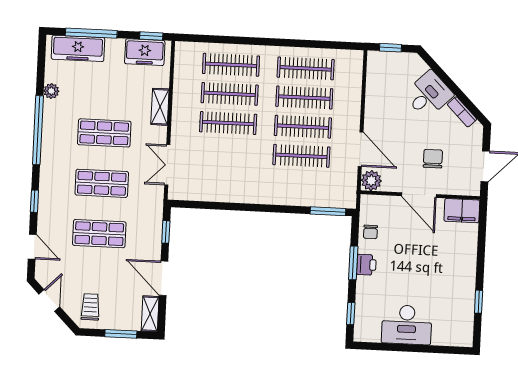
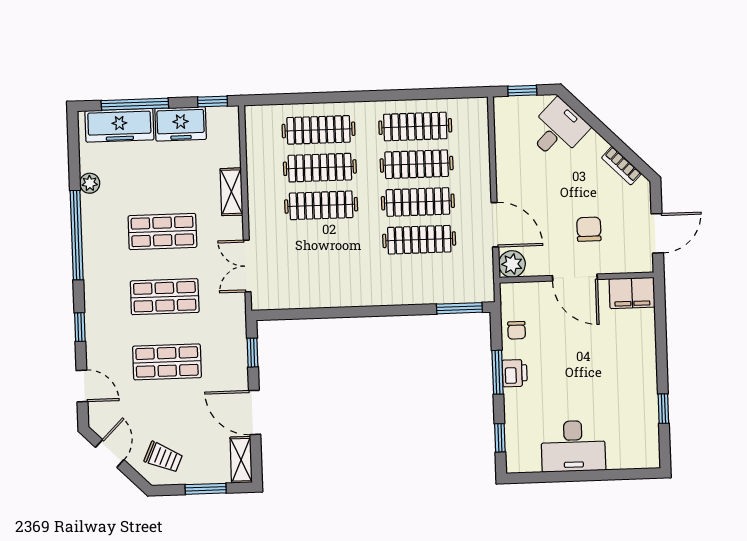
freezer: (145, 52) -> (181, 124), moved
desk: (429, 95) -> (558, 130), moved
trolley: (90, 307) -> (163, 457), turned 114

